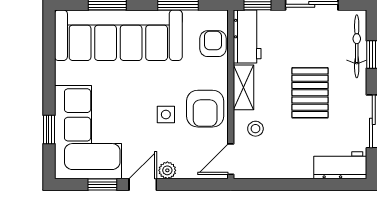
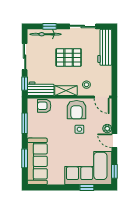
sofa: (118, 35) -> (37, 161), width x0.74, depth x0.79
armchair: (205, 109) -> (77, 110), turned 90
workbench: (340, 165) -> (105, 47), width x1.38
window: (102, 185) -> (114, 171), moved

